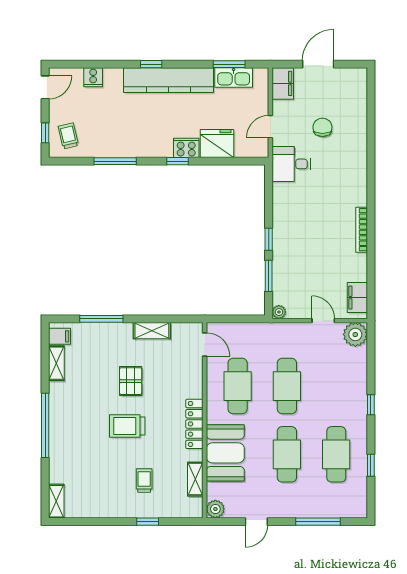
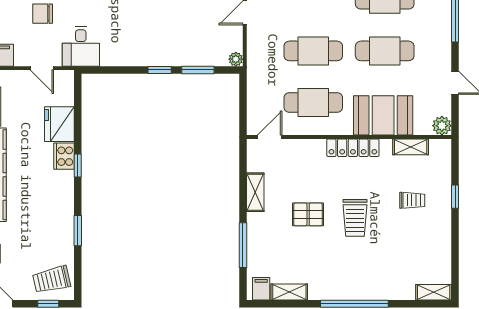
trolley: (68, 136) -> (52, 280), width x1.36, depth x1.39
window: (115, 161) -> (78, 231), width x0.69
trolley: (144, 481) -> (412, 200), turned 180

